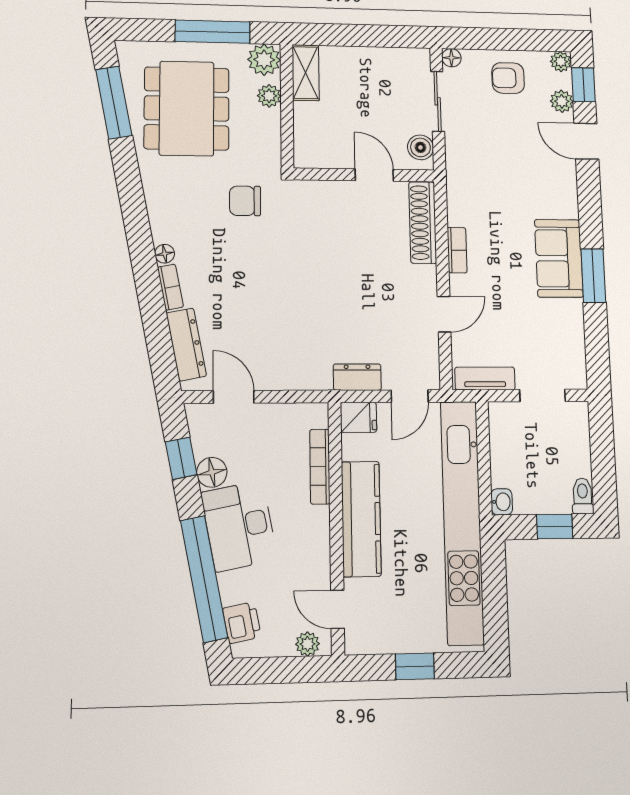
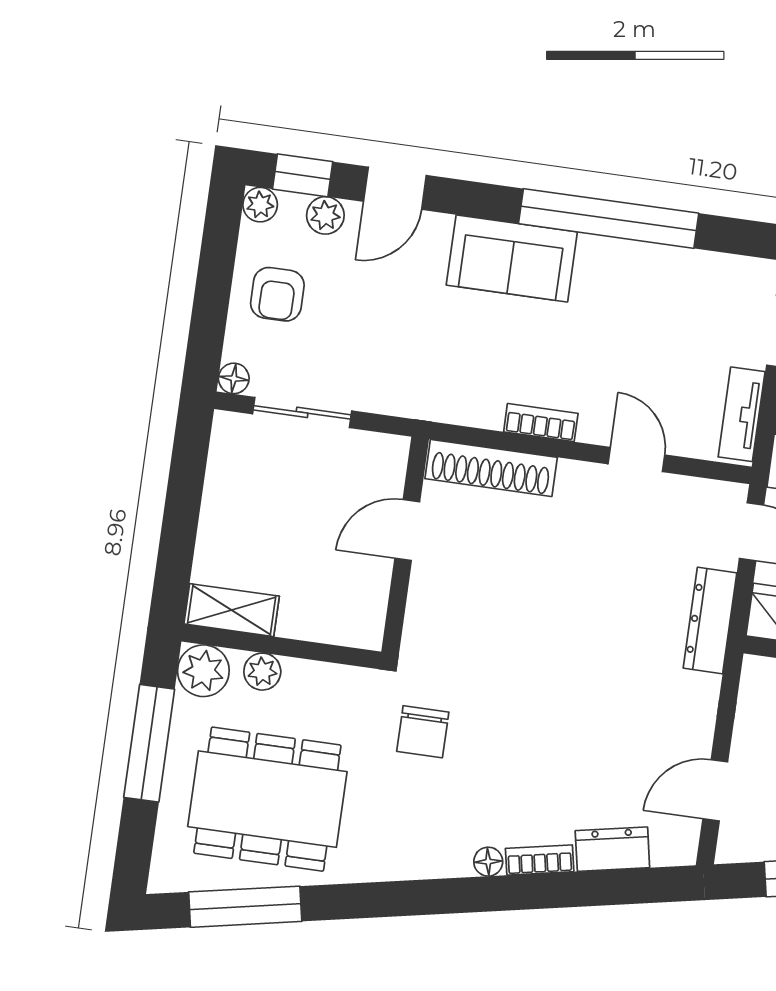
boiler: (420, 147) -> (373, 452), removed
sofa: (559, 258) -> (512, 258), moved
window: (593, 276) -> (609, 218), width x2.11
dresser: (186, 344) -> (612, 849), width x0.70
dresser: (357, 377) -> (710, 620), width x1.44

